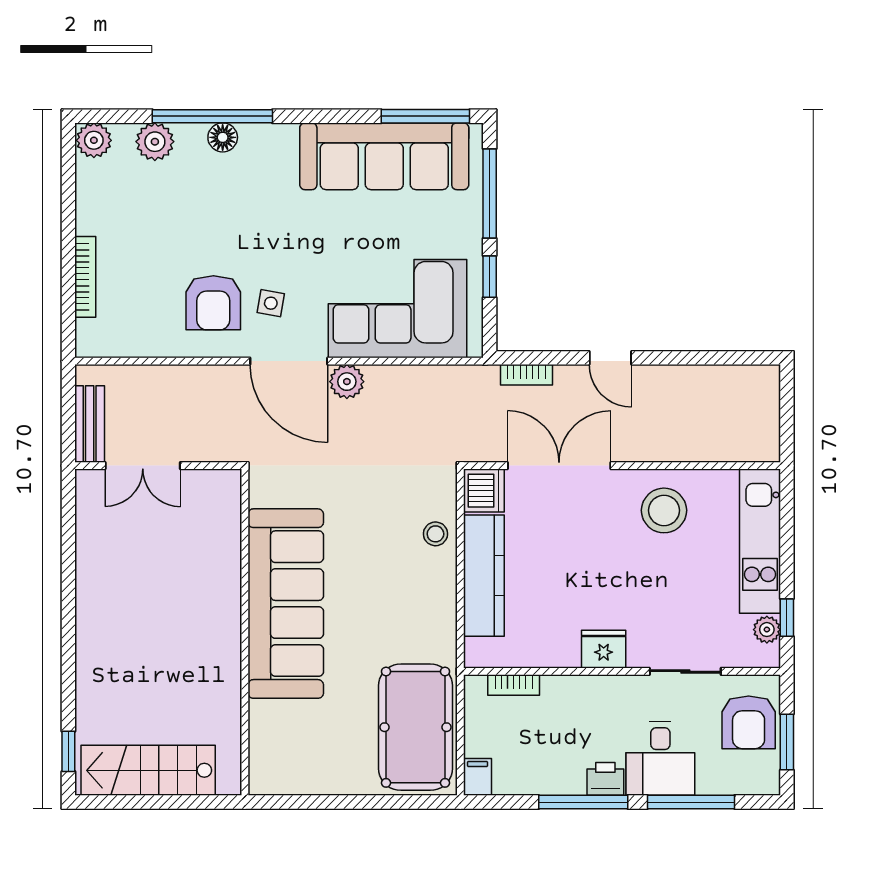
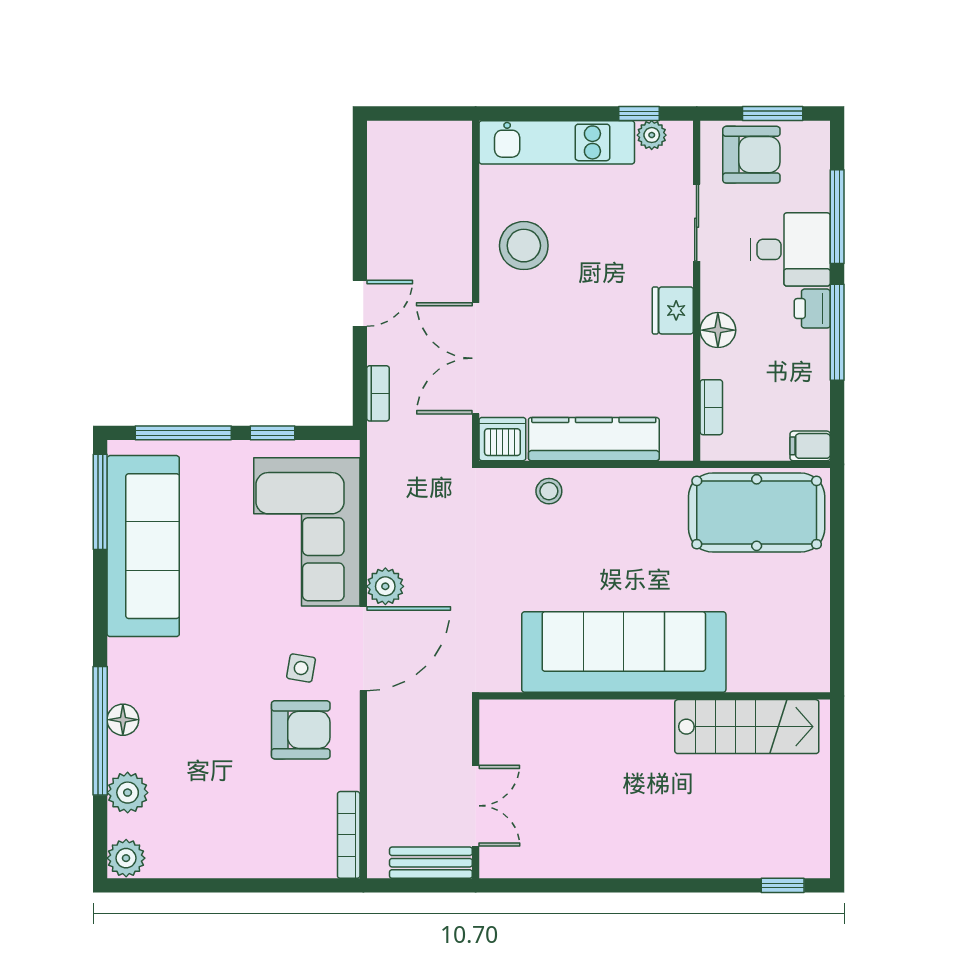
bookcase: (85, 277) -> (349, 835), moved, turned -90
floor lamp: (585, 691) -> (718, 330), added
stairs: (148, 770) -> (747, 727), moved, turned -90

